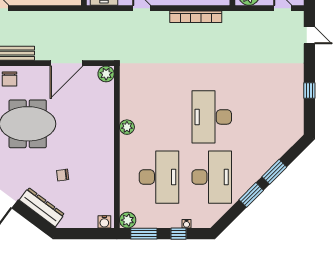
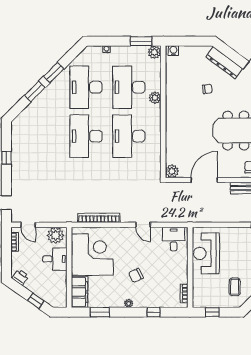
desk: (159, 117) -> (129, 136), added
desk: (212, 117) -> (86, 136), turned 180
plant: (127, 127) -> (155, 98), moved
window: (178, 234) -> (113, 41), removed

